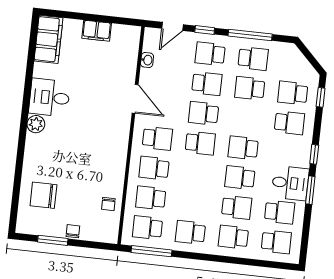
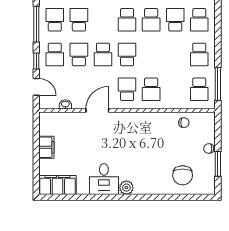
school desk: (250, 88) -> (79, 20), turned 180
school desk: (151, 198) -> (175, 89), removed

